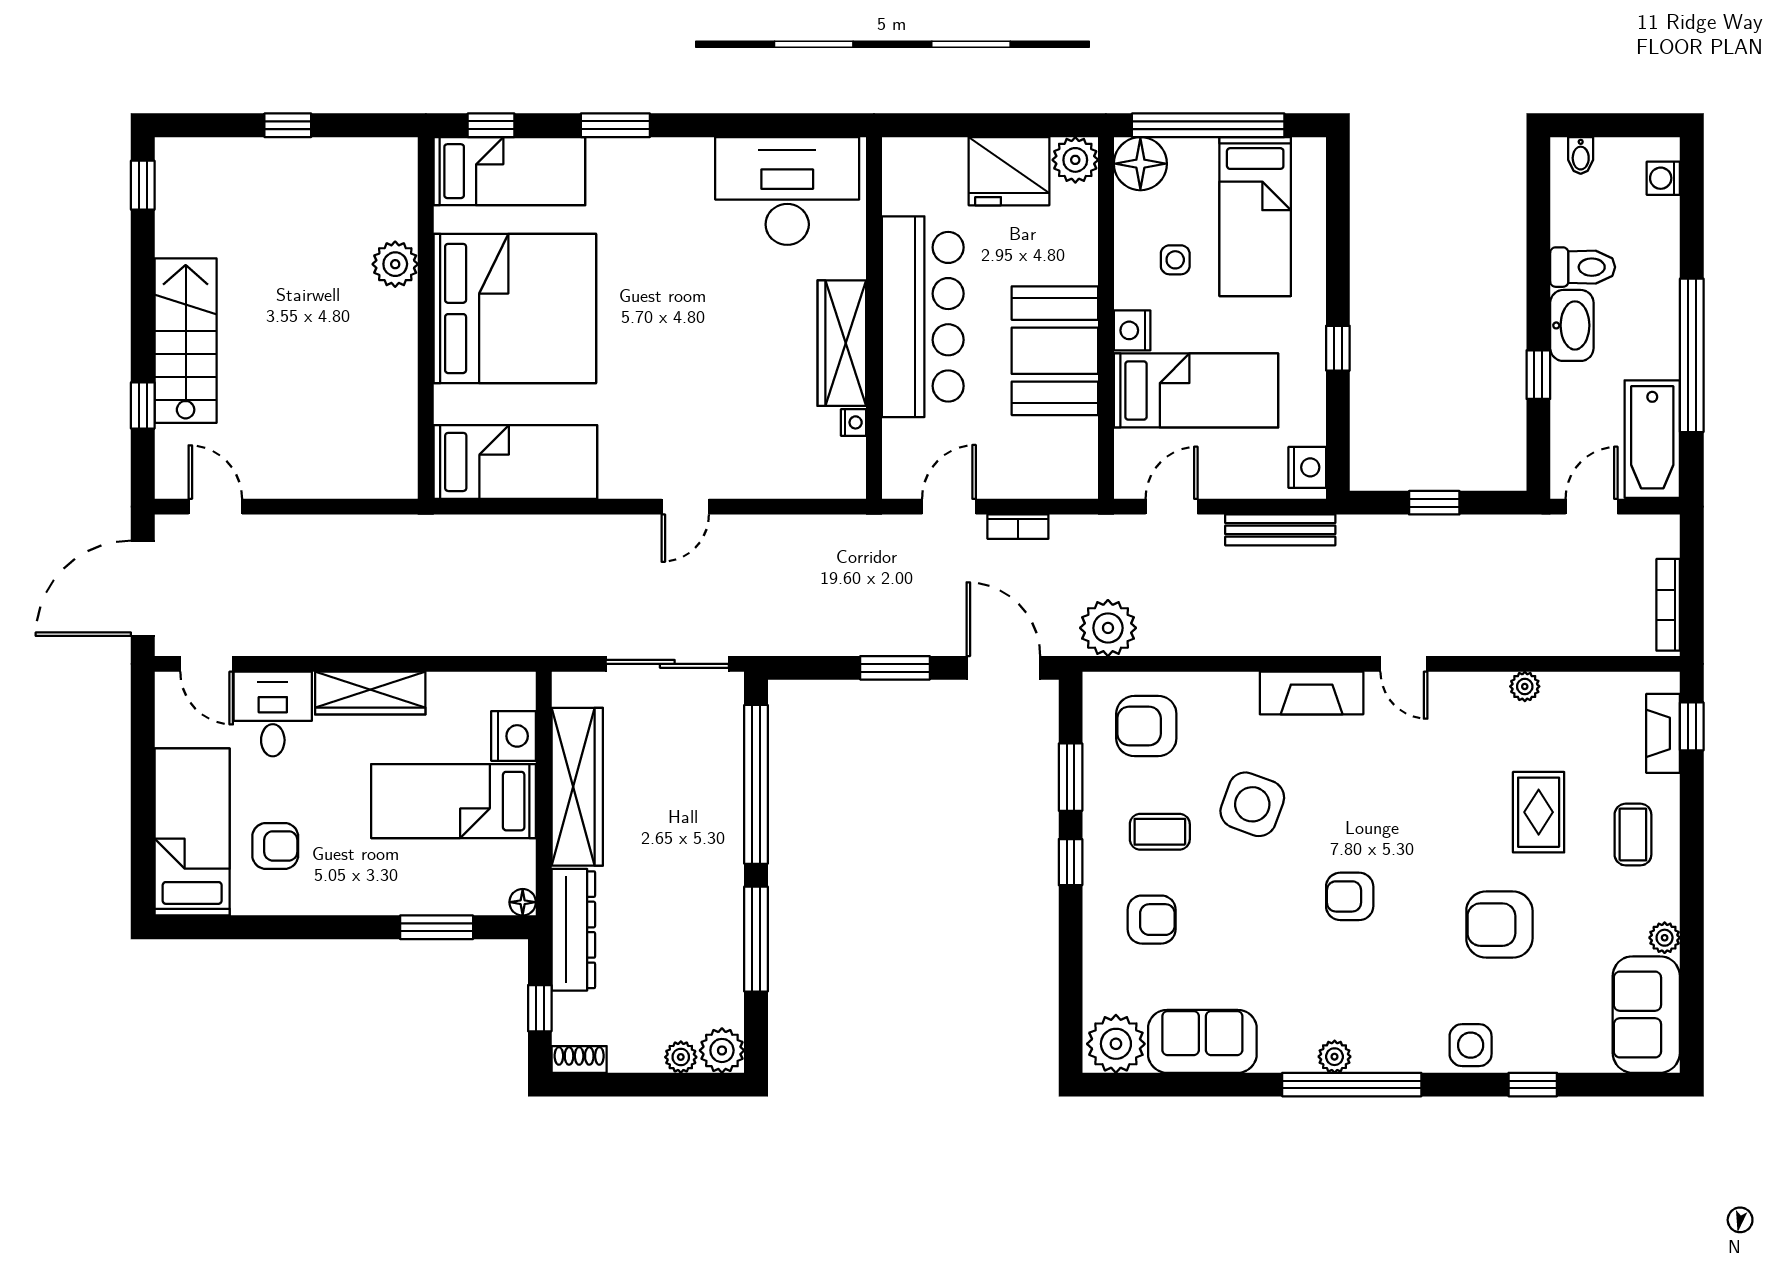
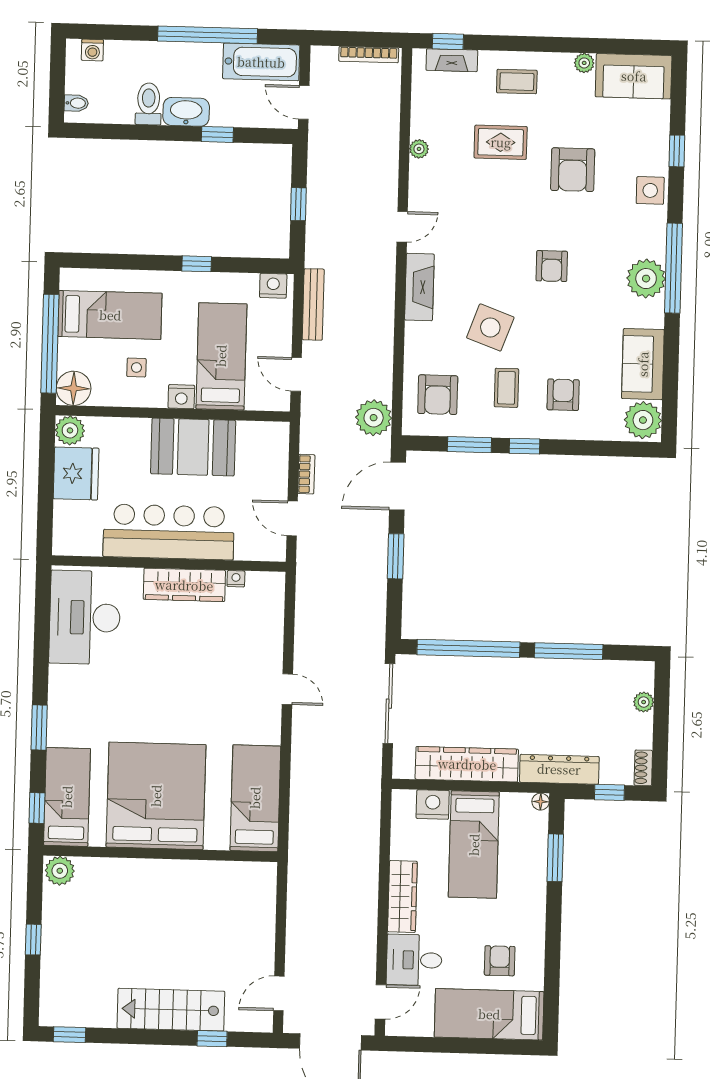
plant: (395, 264) -> (60, 871), moved
plant: (722, 1050) -> (640, 675), removed
plant: (1335, 1057) -> (646, 279), width x1.87, depth x1.87

